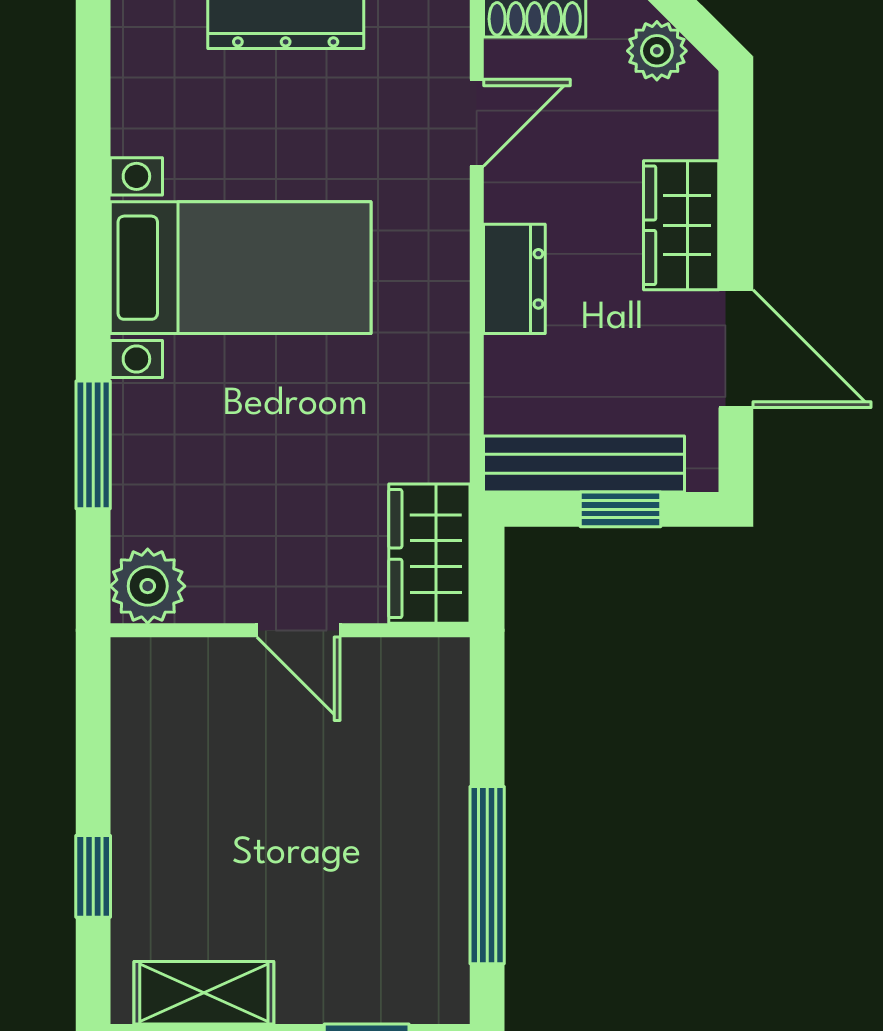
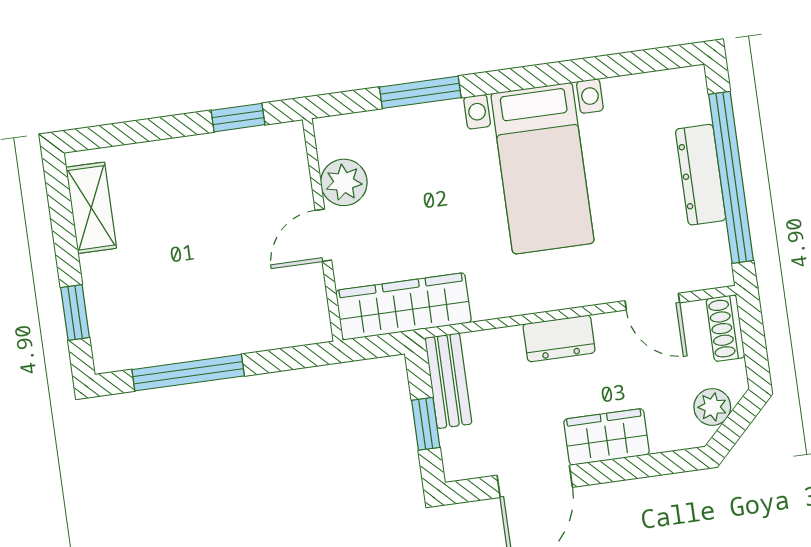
bench: (584, 464) -> (448, 381), width x0.73
wardrobe: (429, 554) -> (403, 306), width x1.50
plant: (148, 586) -> (344, 182), moved
window: (93, 876) -> (238, 118), moved

